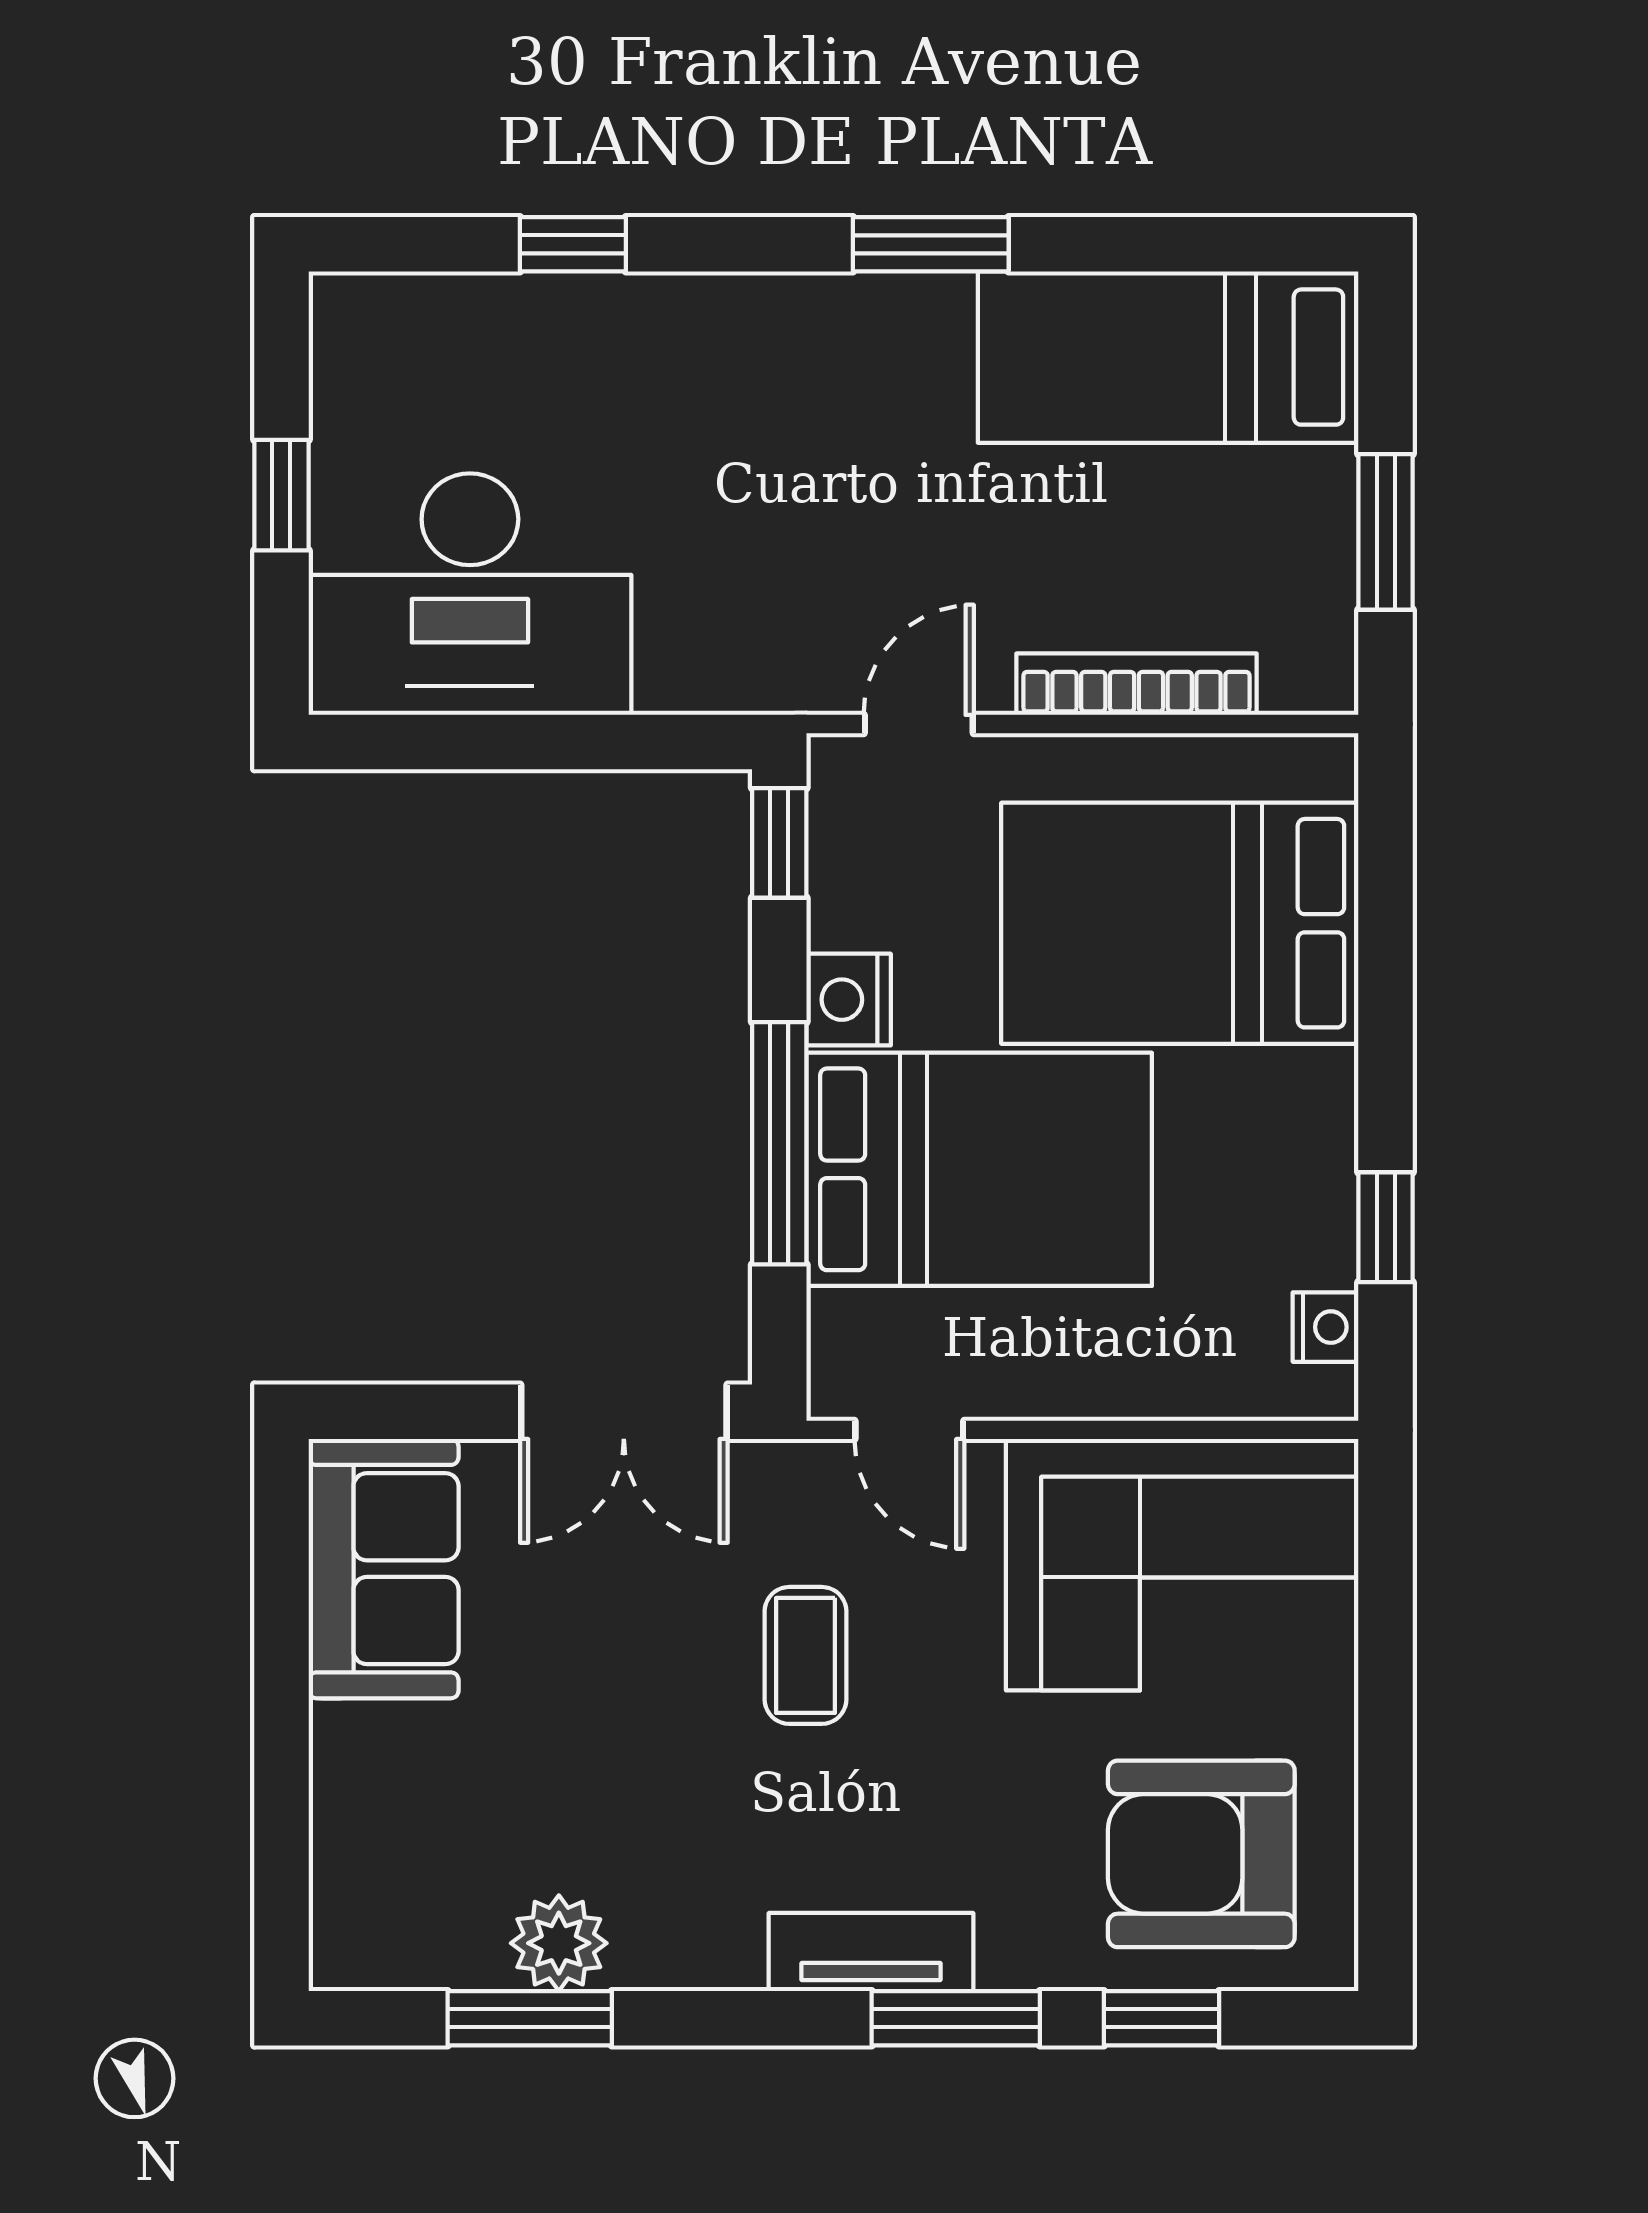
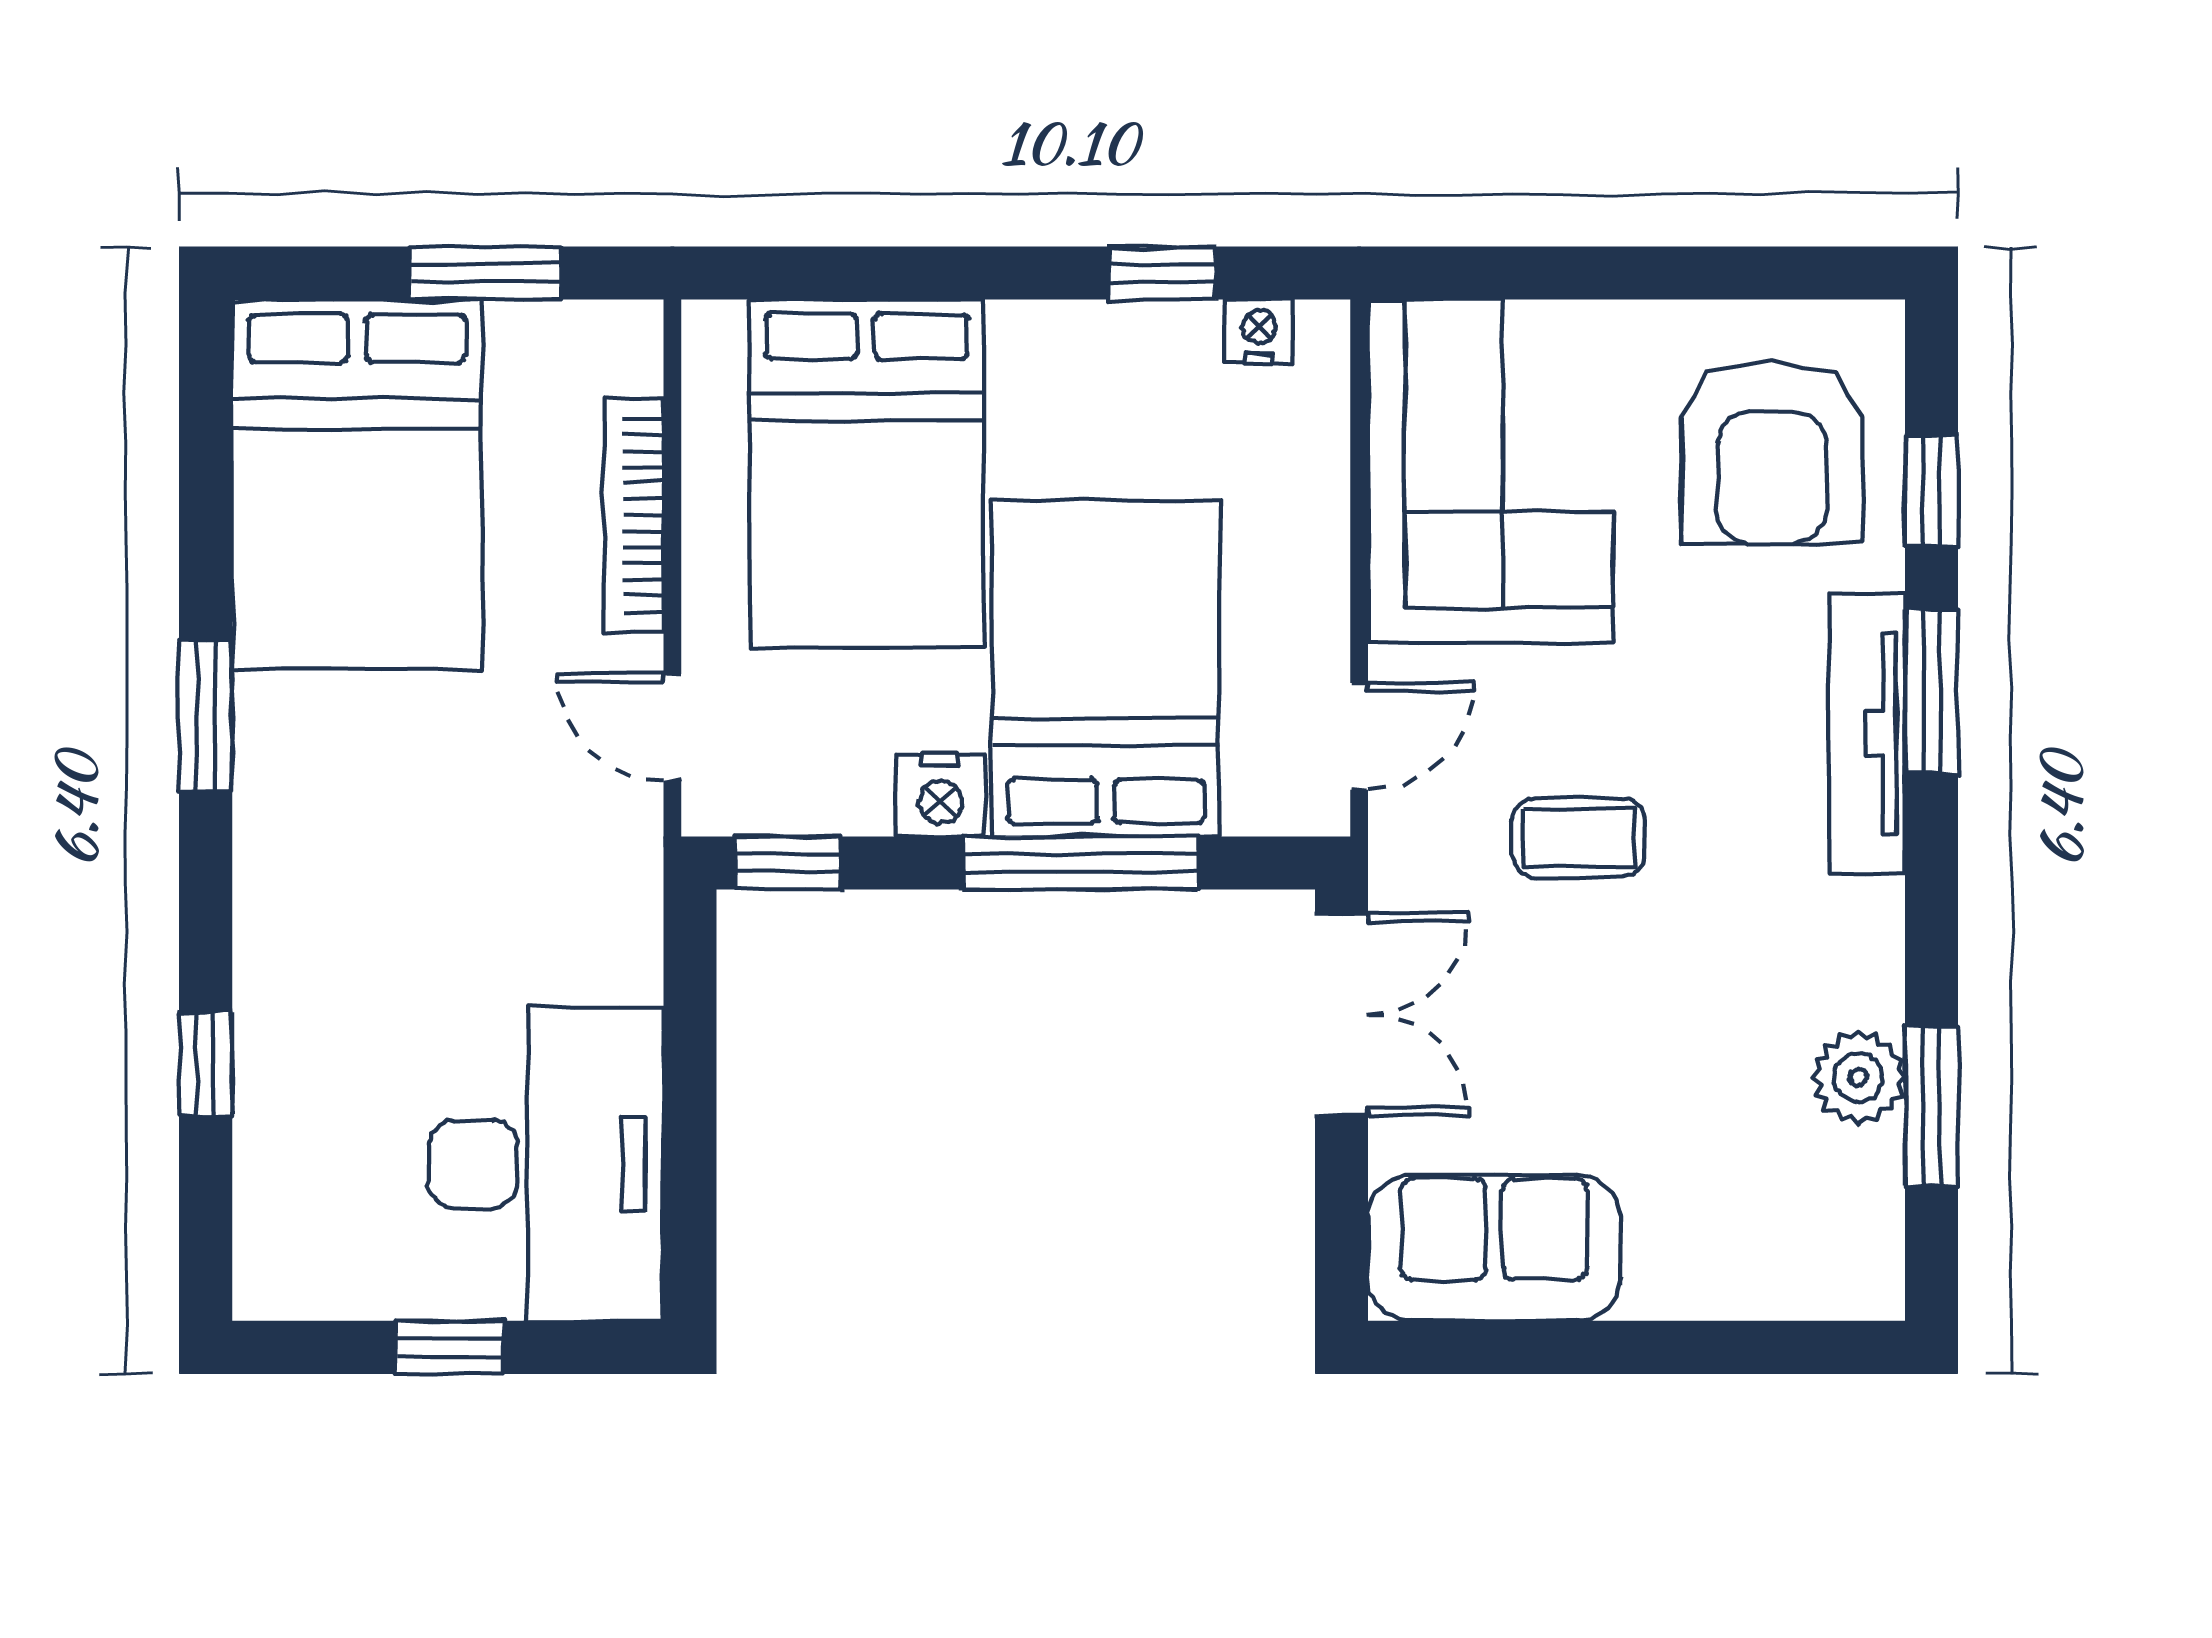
bed: (1168, 357) -> (357, 485), width x1.50
tv unit: (871, 1952) -> (1867, 733), width x1.41

